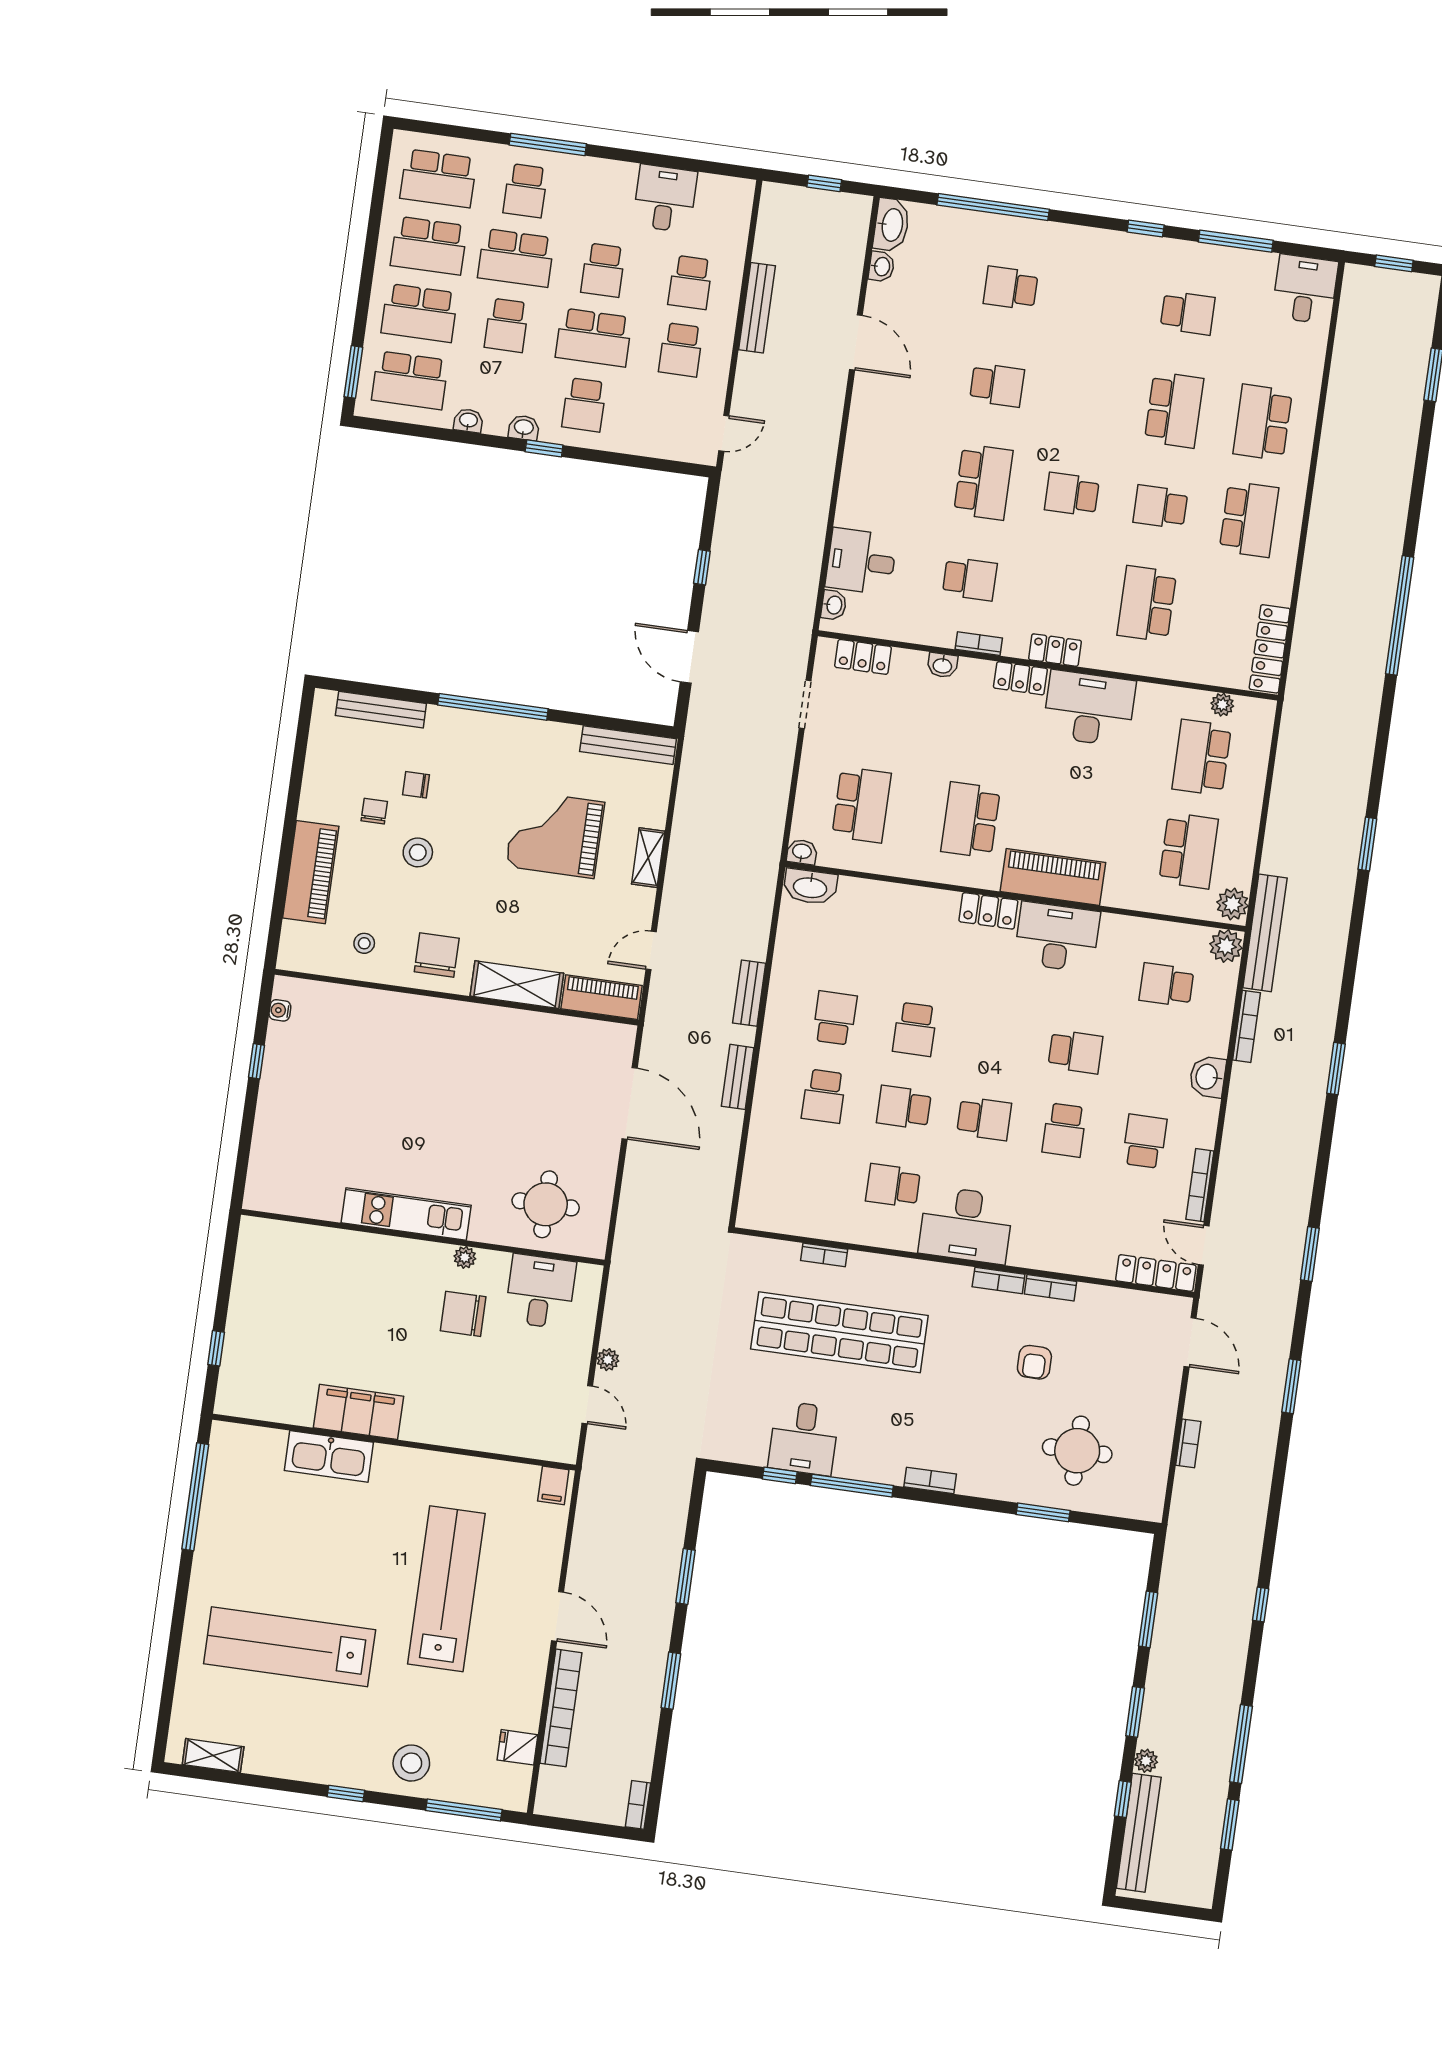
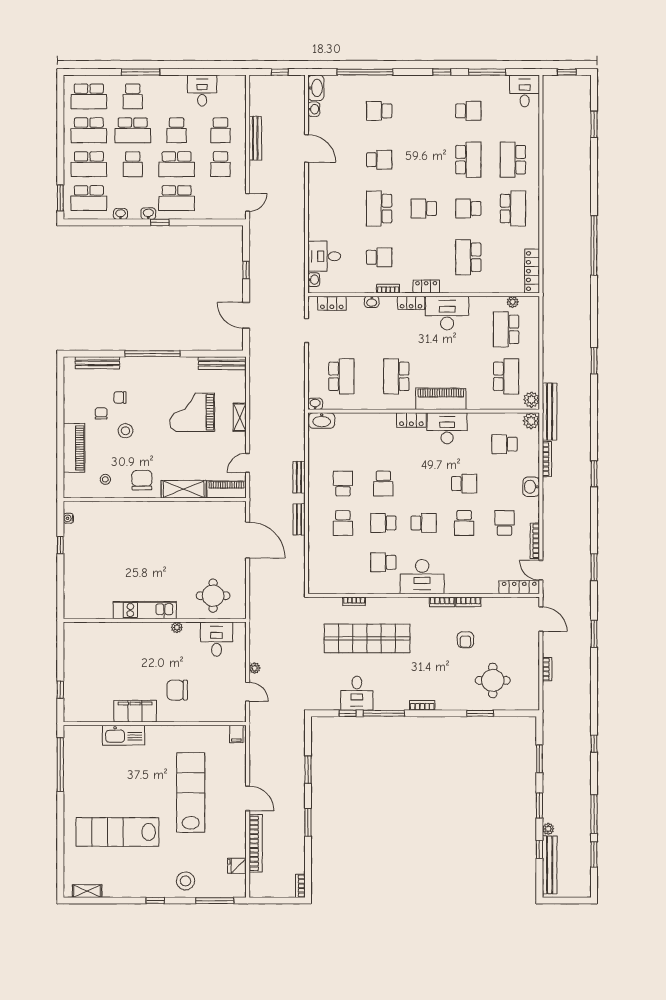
school desk: (584, 405) -> (177, 198), width x1.85
school desk: (983, 482) -> (379, 208), turned 180
chair: (463, 1314) -> (177, 690), moved

